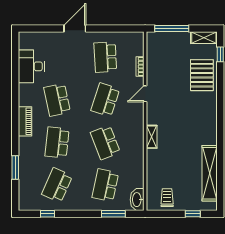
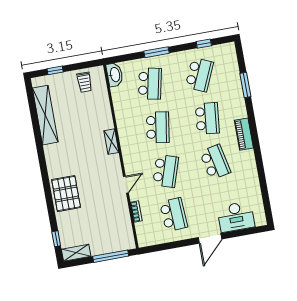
desk: (31, 66) -> (236, 217), moved, turned 90
pallet: (202, 75) -> (66, 194), moved
school desk: (105, 142) -> (158, 127), turned 30
window: (113, 214) -> (156, 52), moved

